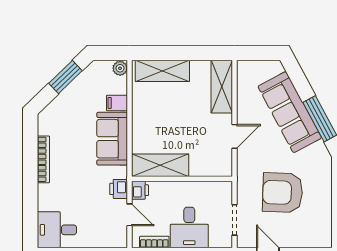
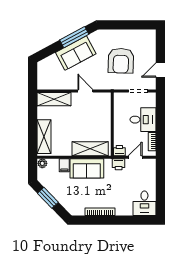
sofa: (290, 112) -> (76, 53), width x0.73
shelving: (160, 165) -> (90, 149), moved, turned 90

